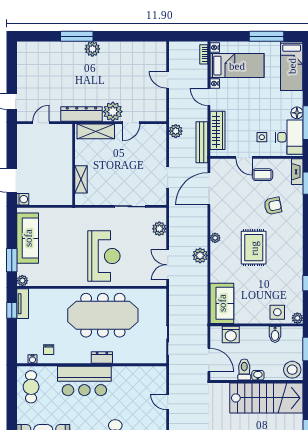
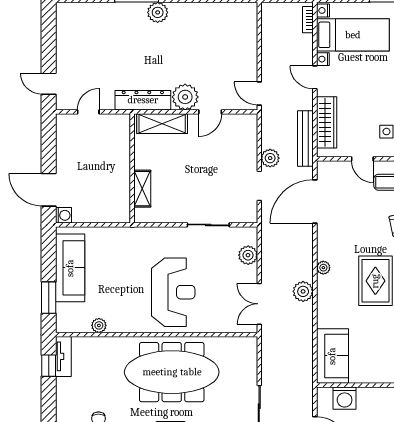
door: (168, 80) -> (259, 93), moved
plant: (176, 131) -> (270, 158), moved
plant: (22, 281) -> (99, 325), moved

